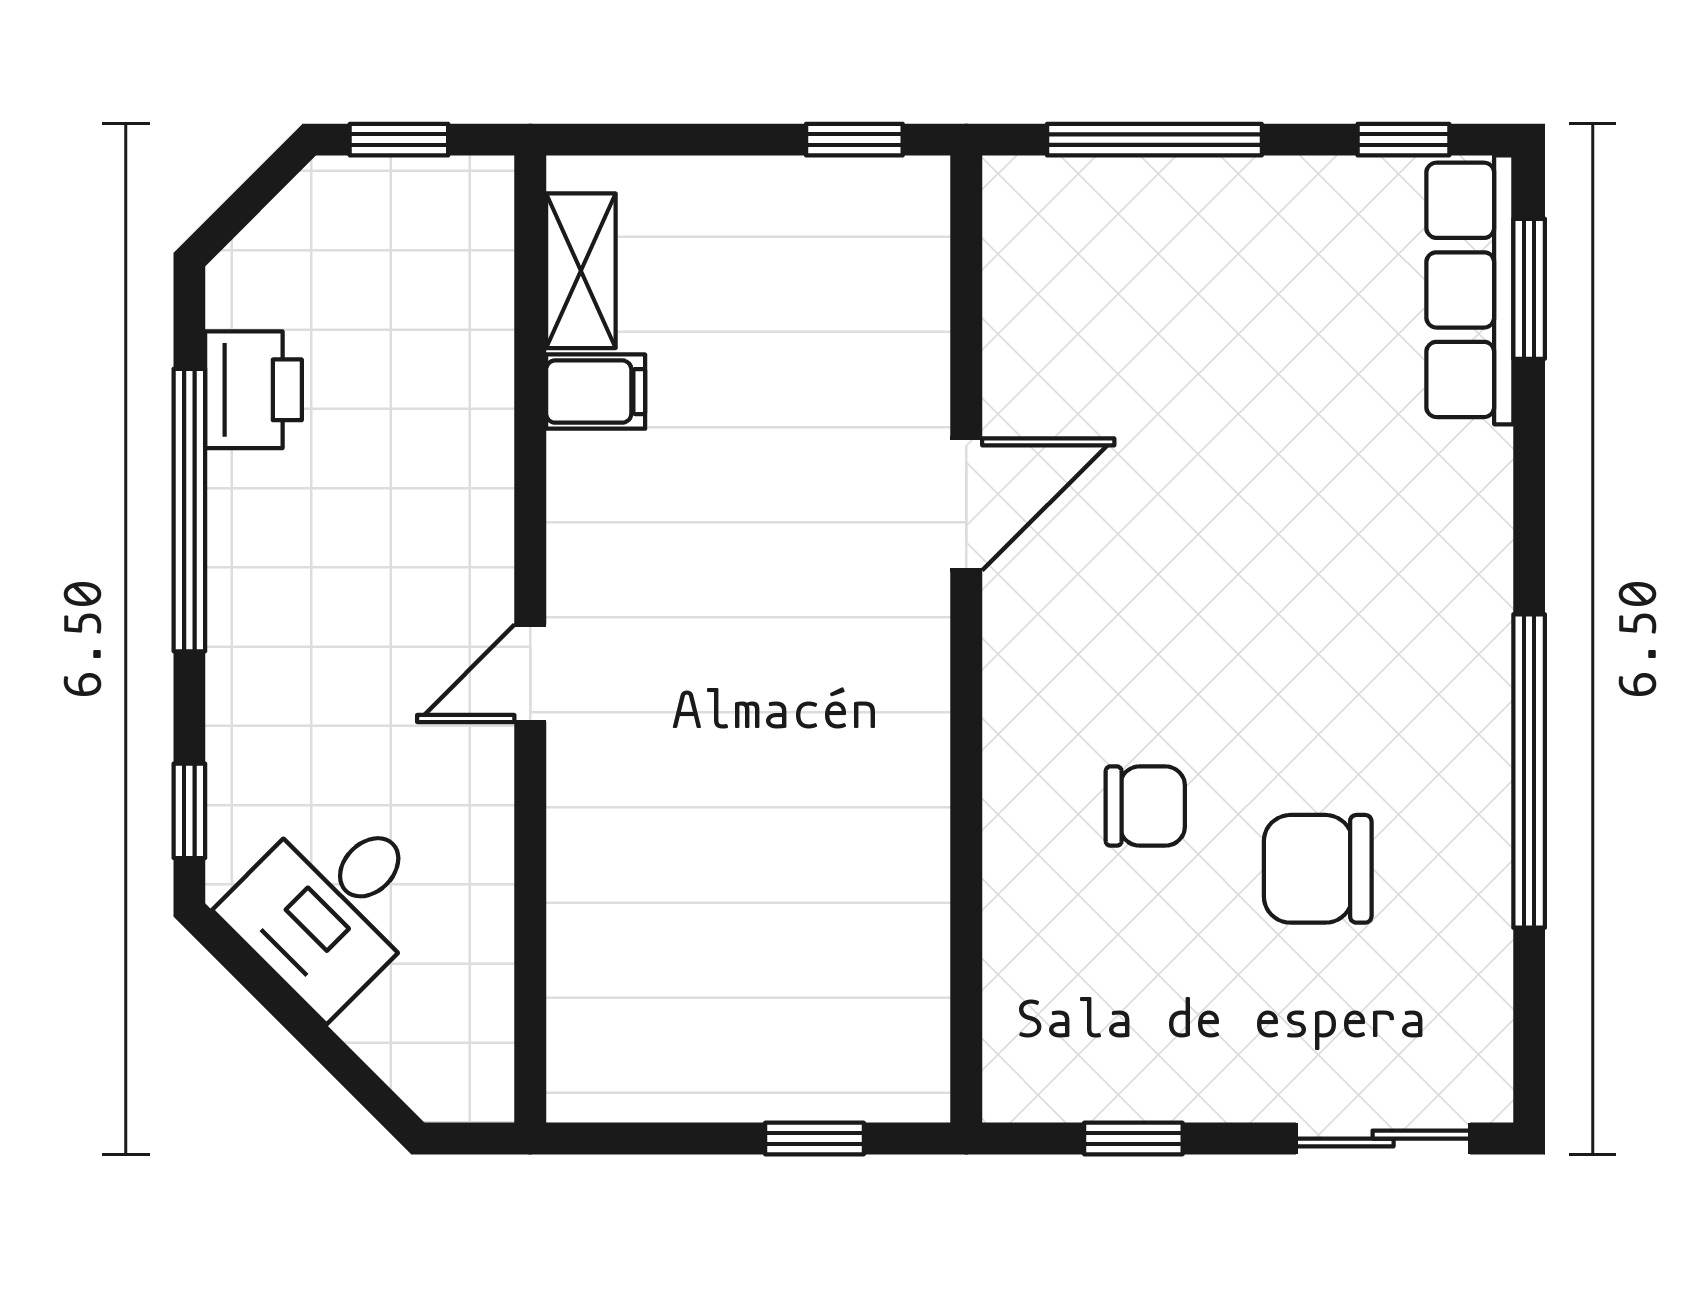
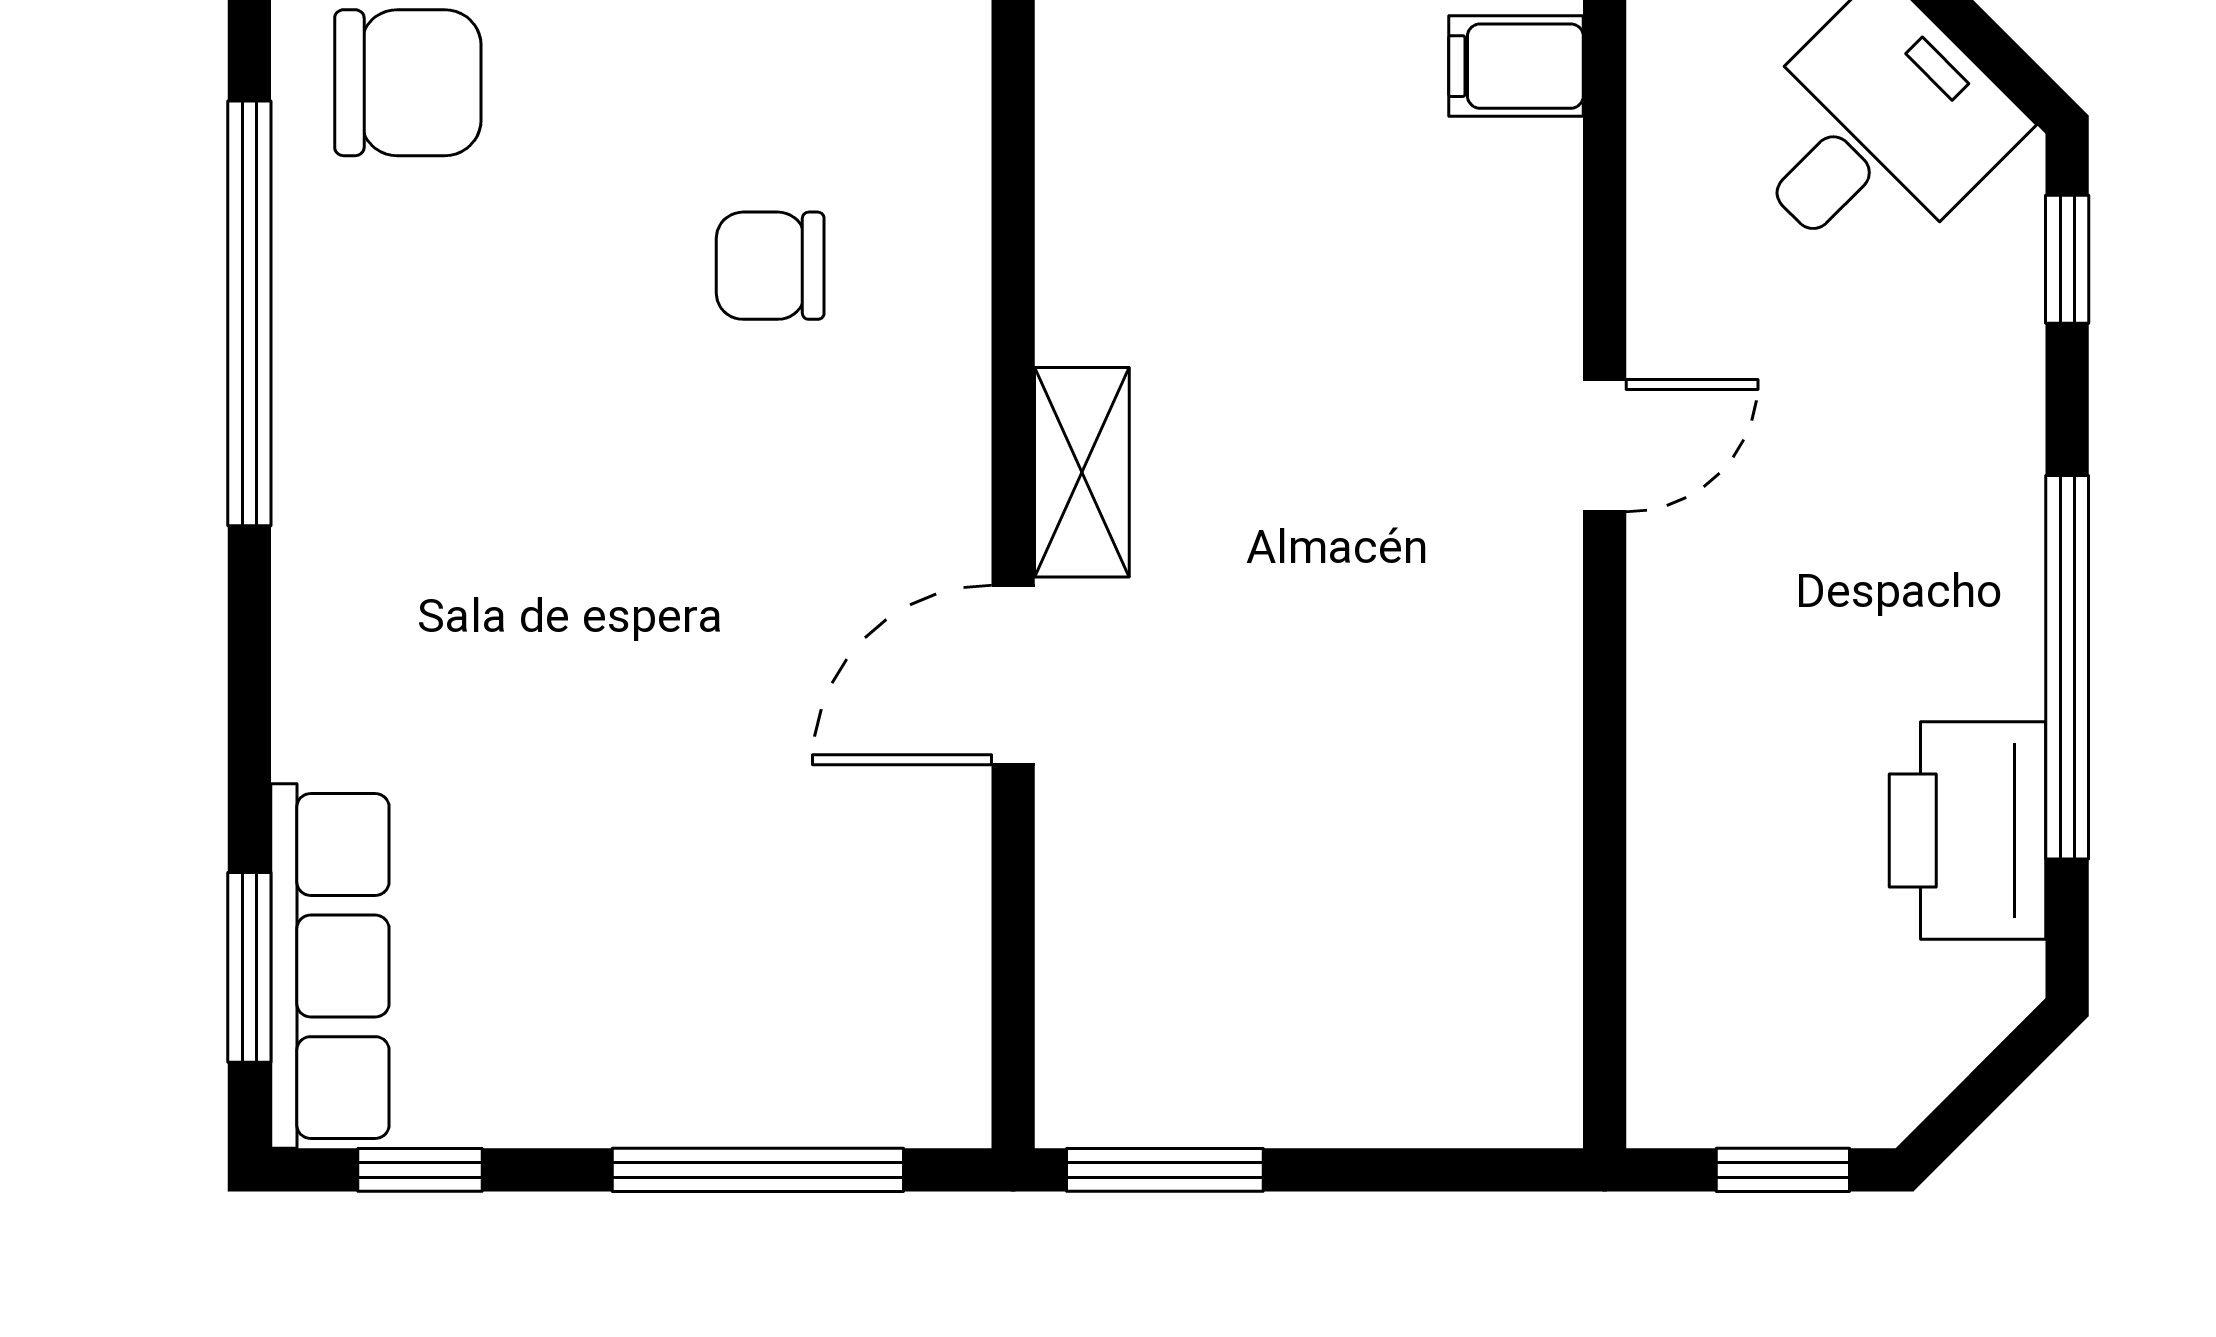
window: (854, 140) -> (1165, 1170), width x1.50
shelving: (581, 271) -> (1082, 472), moved
printer: (254, 390) -> (1967, 831), width x1.37, depth x1.19
filing cabinet: (596, 392) -> (1516, 66), moved
chair: (1318, 869) -> (408, 83), moved

